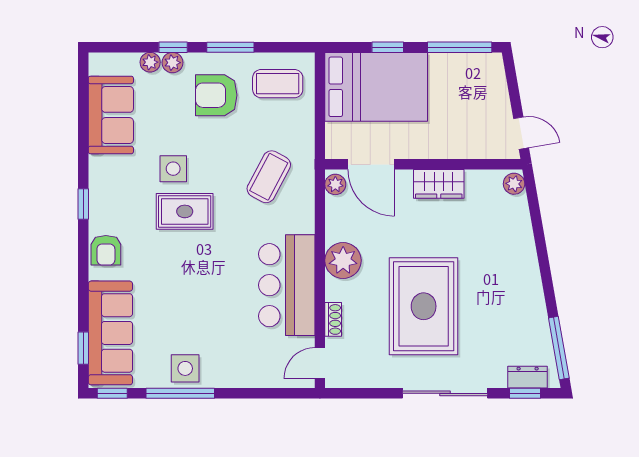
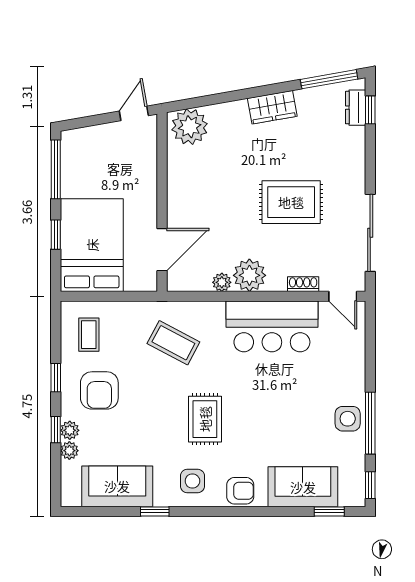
window: (230, 47) -> (56, 378), width x0.67
coffee table: (278, 84) -> (89, 335), width x0.73, depth x0.77
side table: (173, 169) -> (192, 481), moved
plant: (335, 184) -> (222, 282), moved
wardrobe: (439, 184) -> (272, 107), moved, turned 80
plant: (514, 184) -> (190, 127), width x1.87, depth x1.87
window: (83, 204) -> (155, 511), moved
rug: (424, 306) -> (291, 202), width x0.73, depth x0.69
sofa: (110, 333) -> (303, 487), width x0.73
sliding door: (445, 393) -> (370, 233), moved

